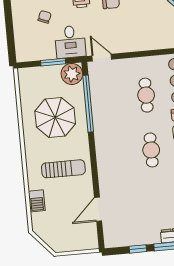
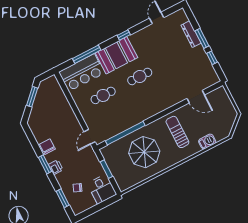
desk: (70, 42) -> (102, 189), moved, turned 90
plant: (72, 74) -> (109, 153), removed

